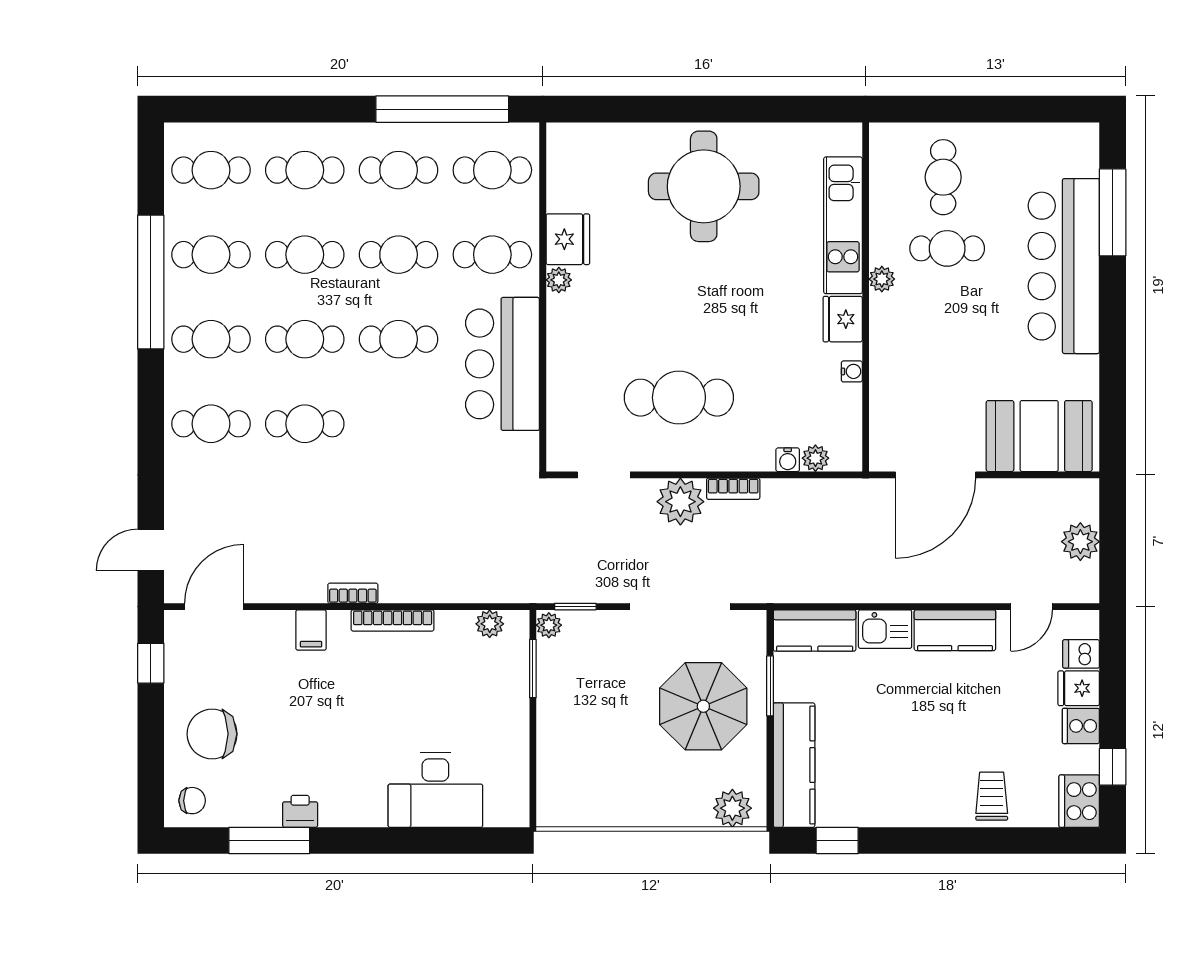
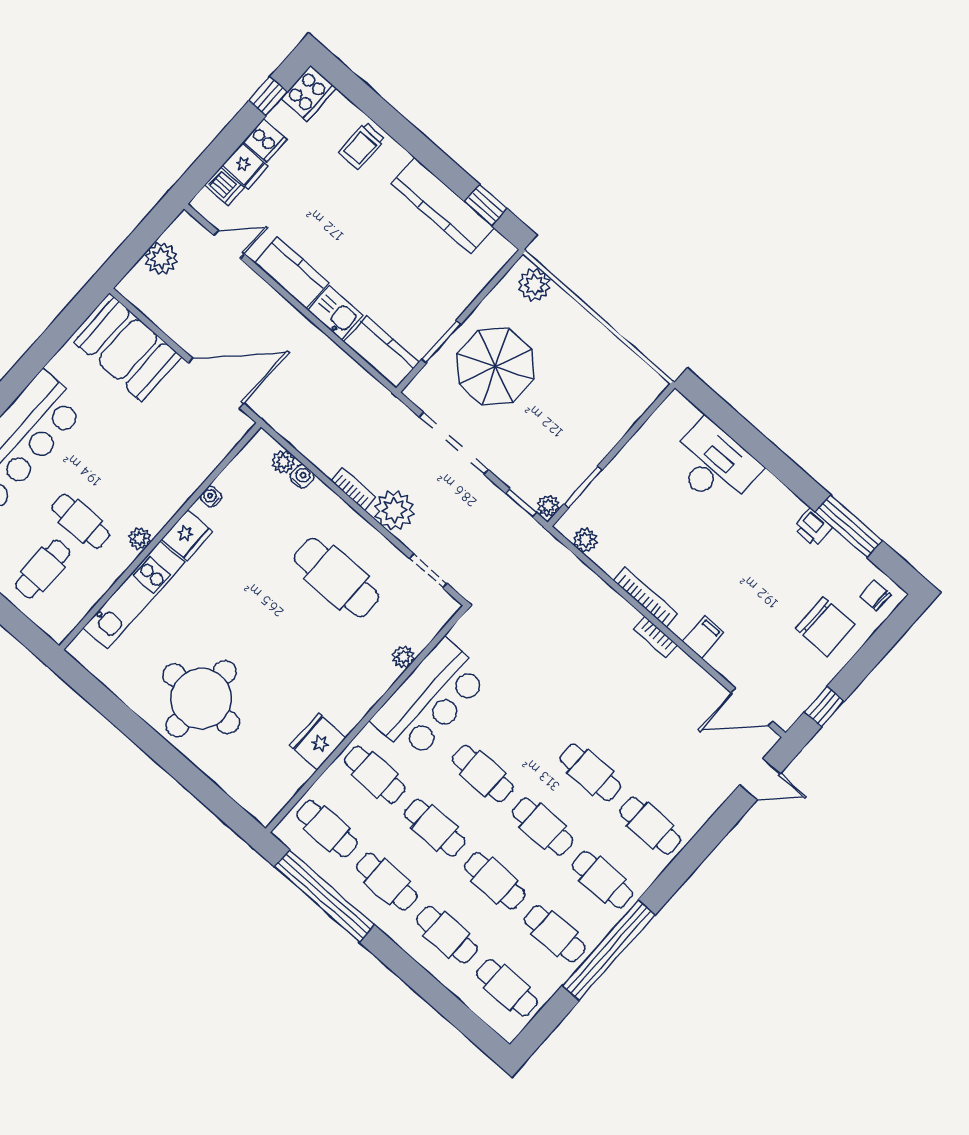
plant: (559, 280) -> (403, 657), moved
kitchen counter: (794, 765) -> (443, 206), moved, turned -90

